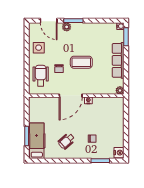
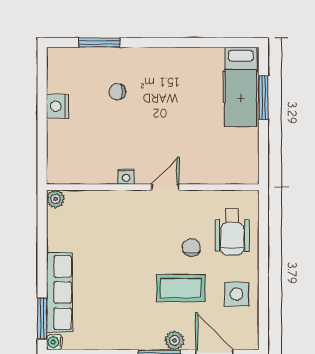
row of seats: (118, 60) -> (60, 293), moved
coffee table: (81, 62) -> (181, 288), moved
door: (71, 96) -> (165, 187), width x0.53
wheelchair: (66, 141) -> (175, 86), removed
nightstand: (119, 153) -> (58, 106), moved

